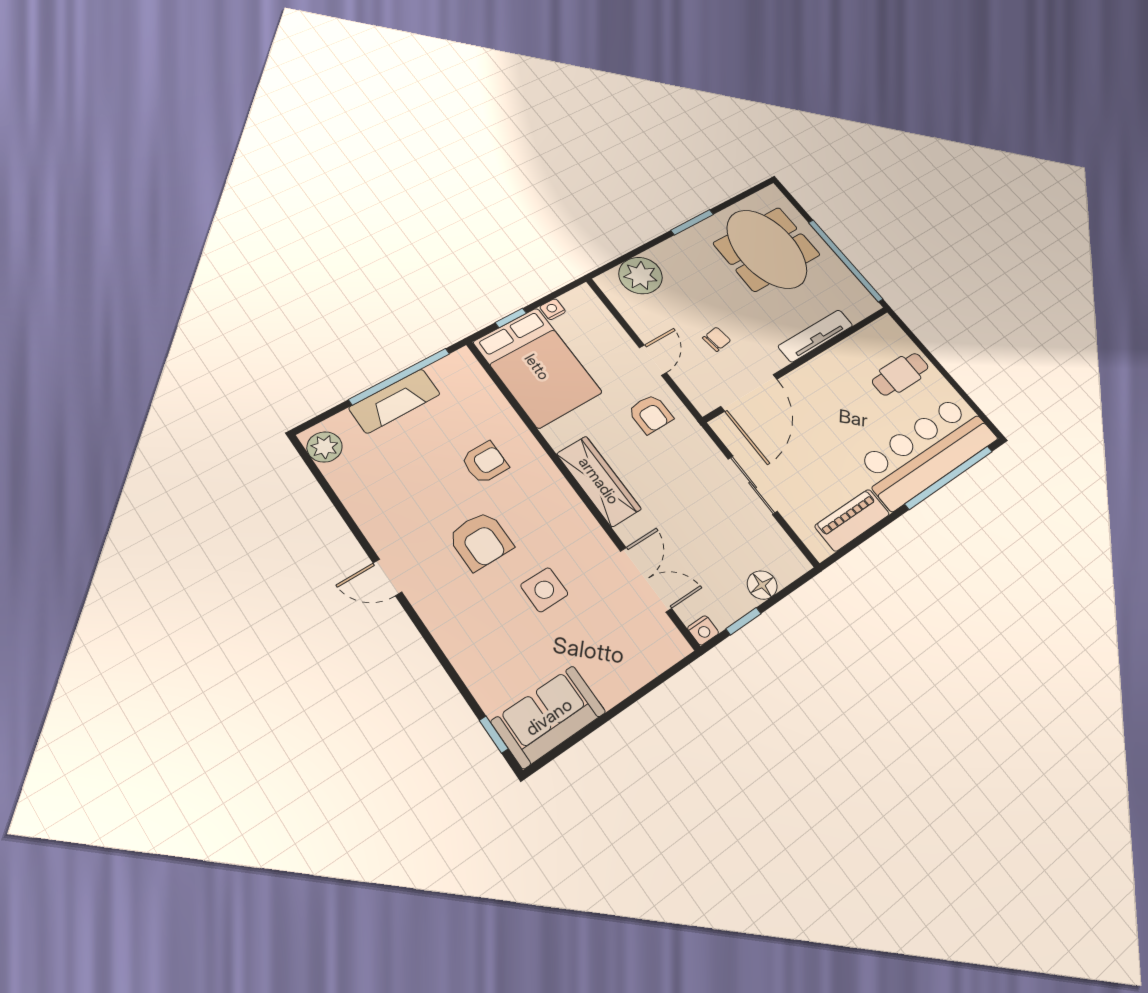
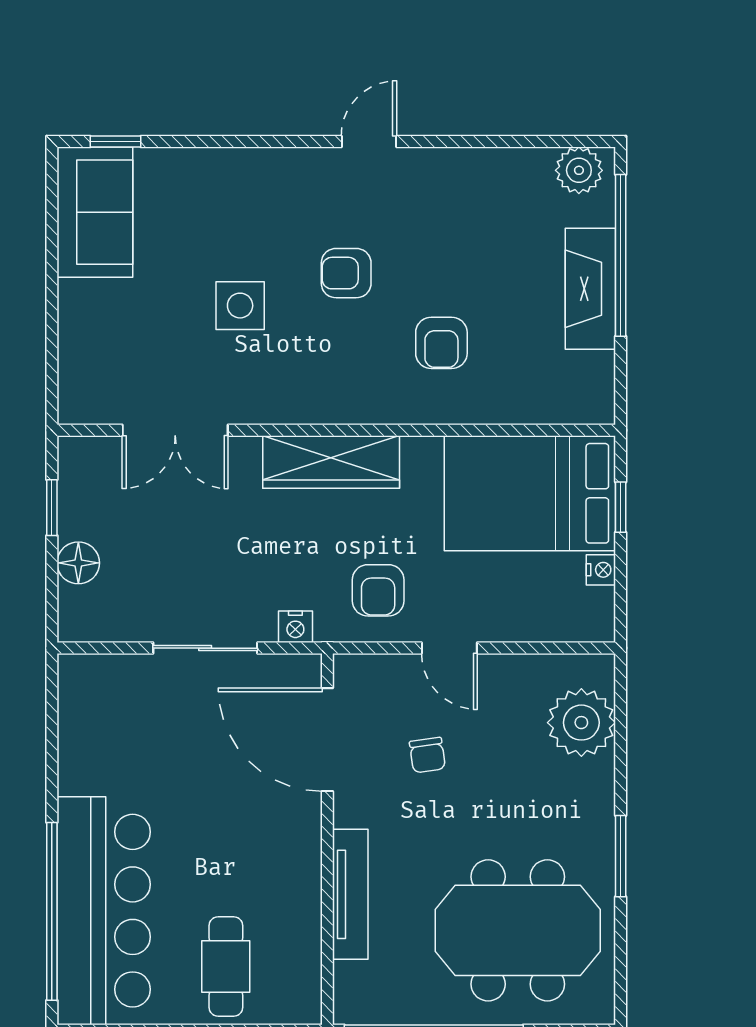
window: (400, 376) -> (621, 255), moved
armchair: (651, 414) -> (378, 590), turned -90
piano: (852, 520) -> (82, 738), removed
armchair: (480, 541) -> (346, 273), width x0.72, depth x0.72
nightstand: (703, 630) -> (295, 627), moved, turned -90

